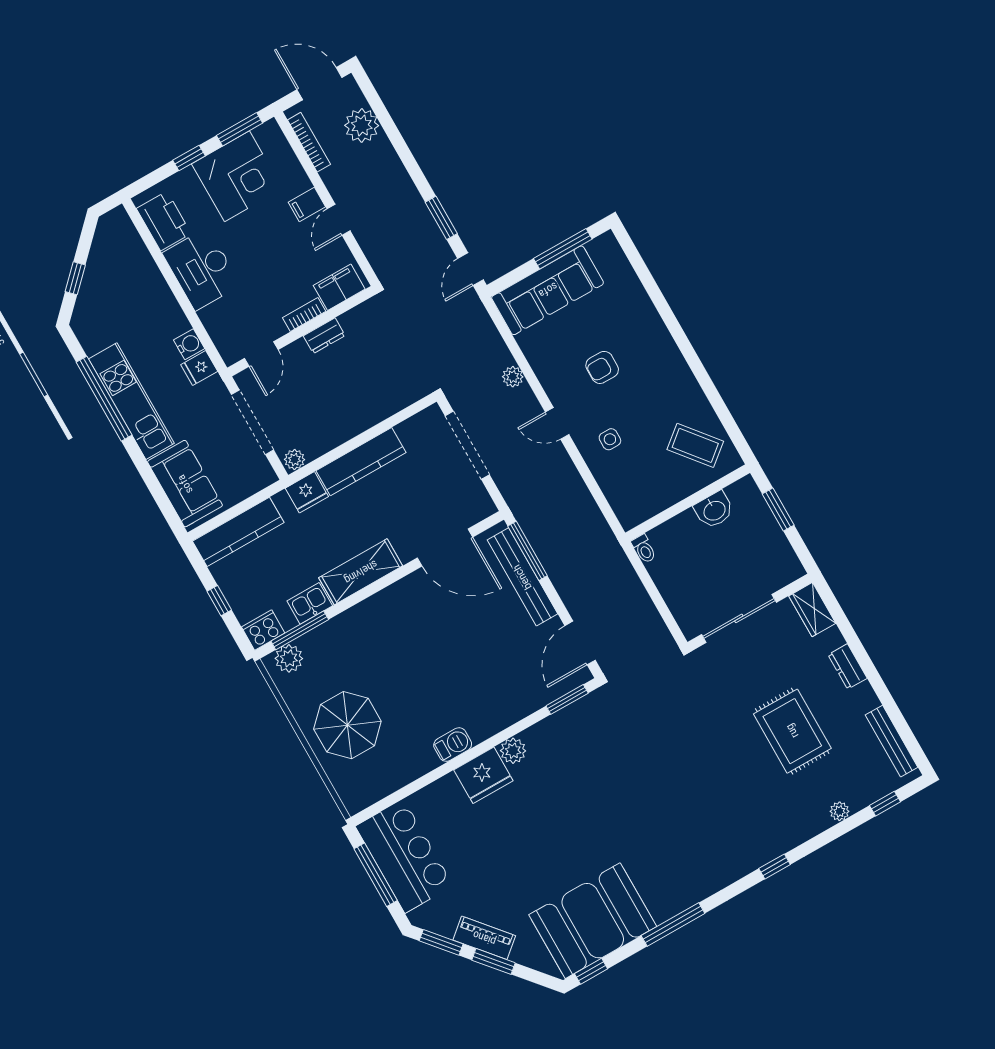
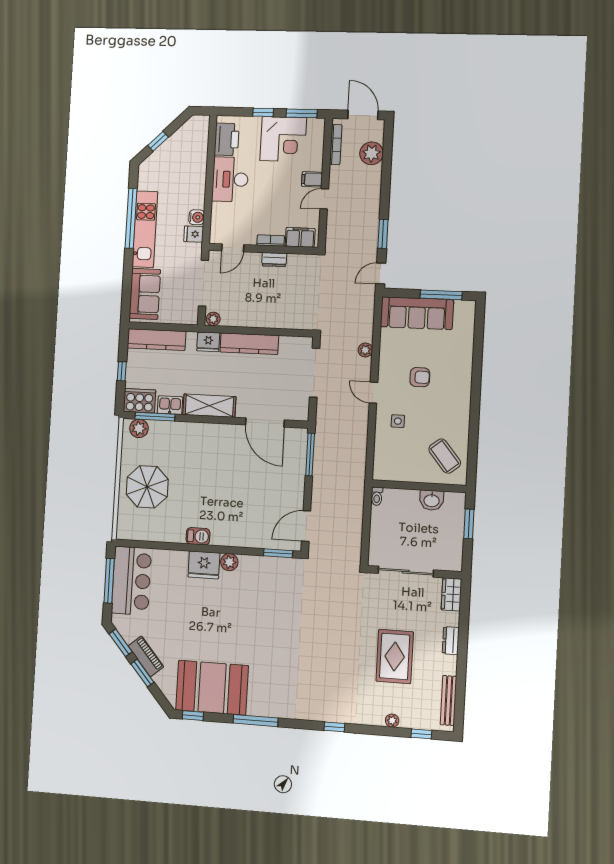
armchair: (602, 367) -> (420, 377), turned 180
bench: (522, 577) -> (298, 467), removed
cooker: (263, 630) -> (140, 401), width x1.37, depth x1.31

